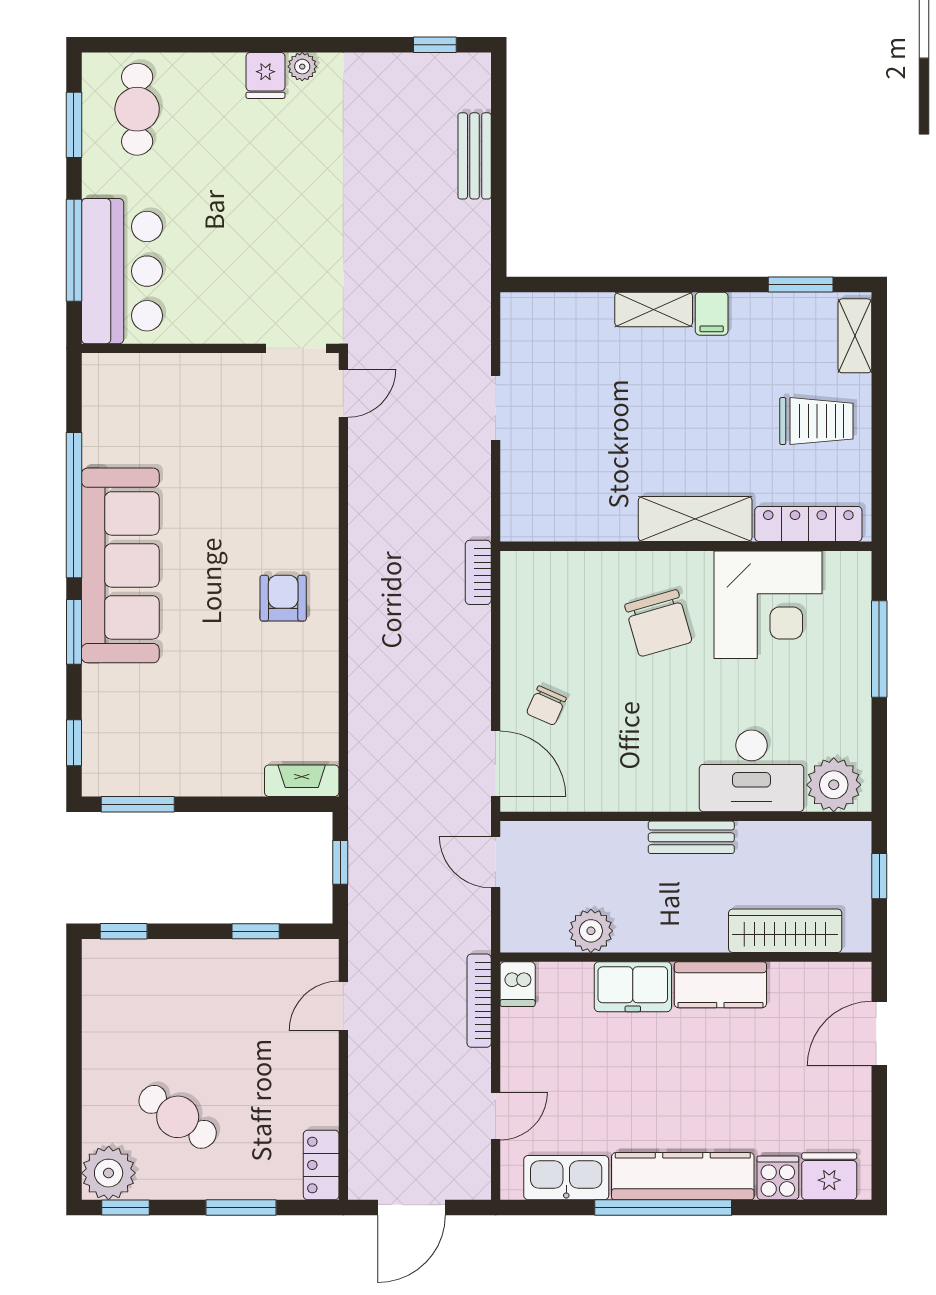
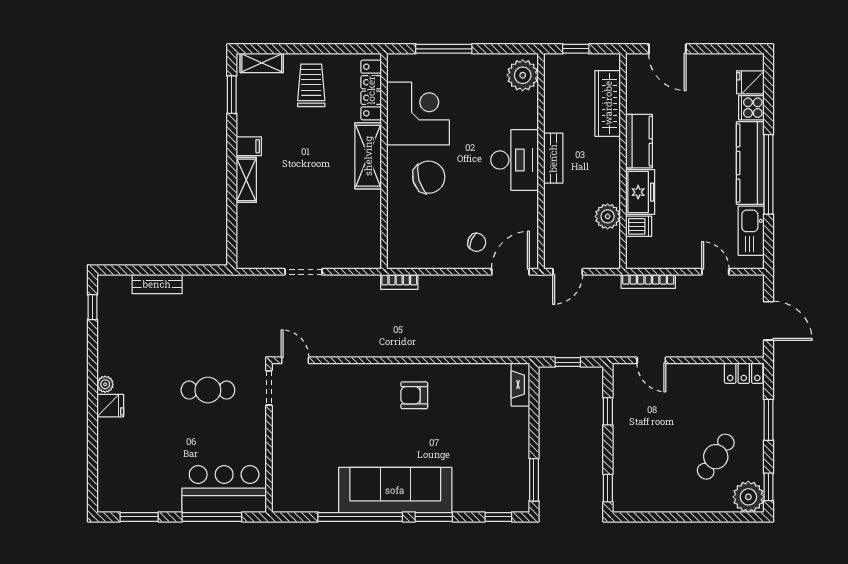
cafe table: (137, 109) -> (208, 390), moved
desk: (751, 771) -> (515, 160), moved
dishwasher: (518, 984) -> (639, 226), moved
fridge: (829, 1176) -> (750, 82), width x0.72

